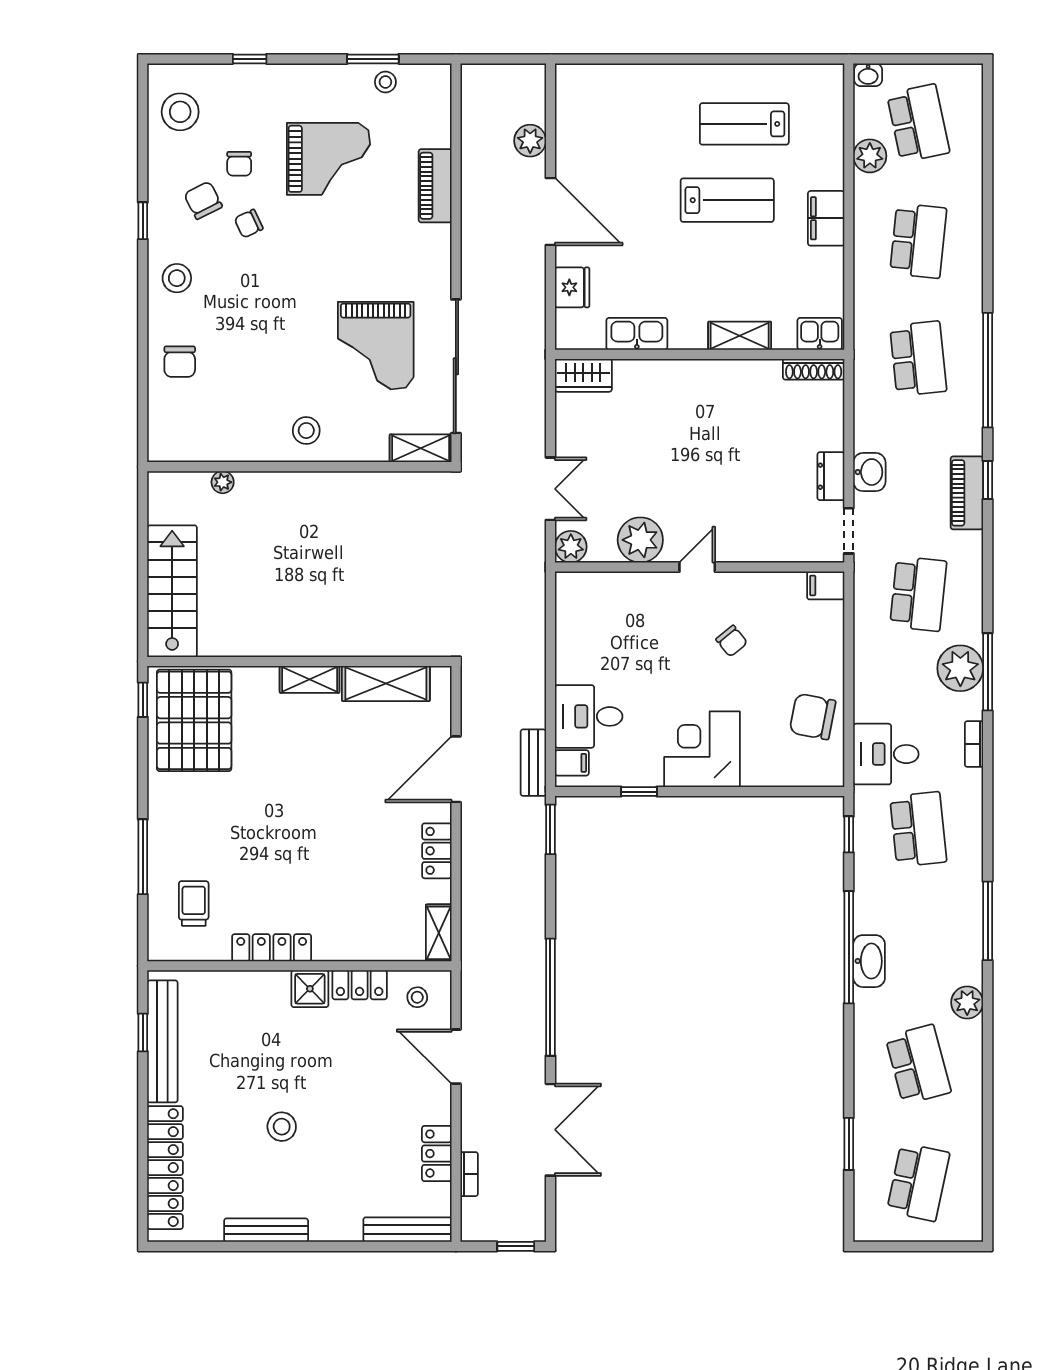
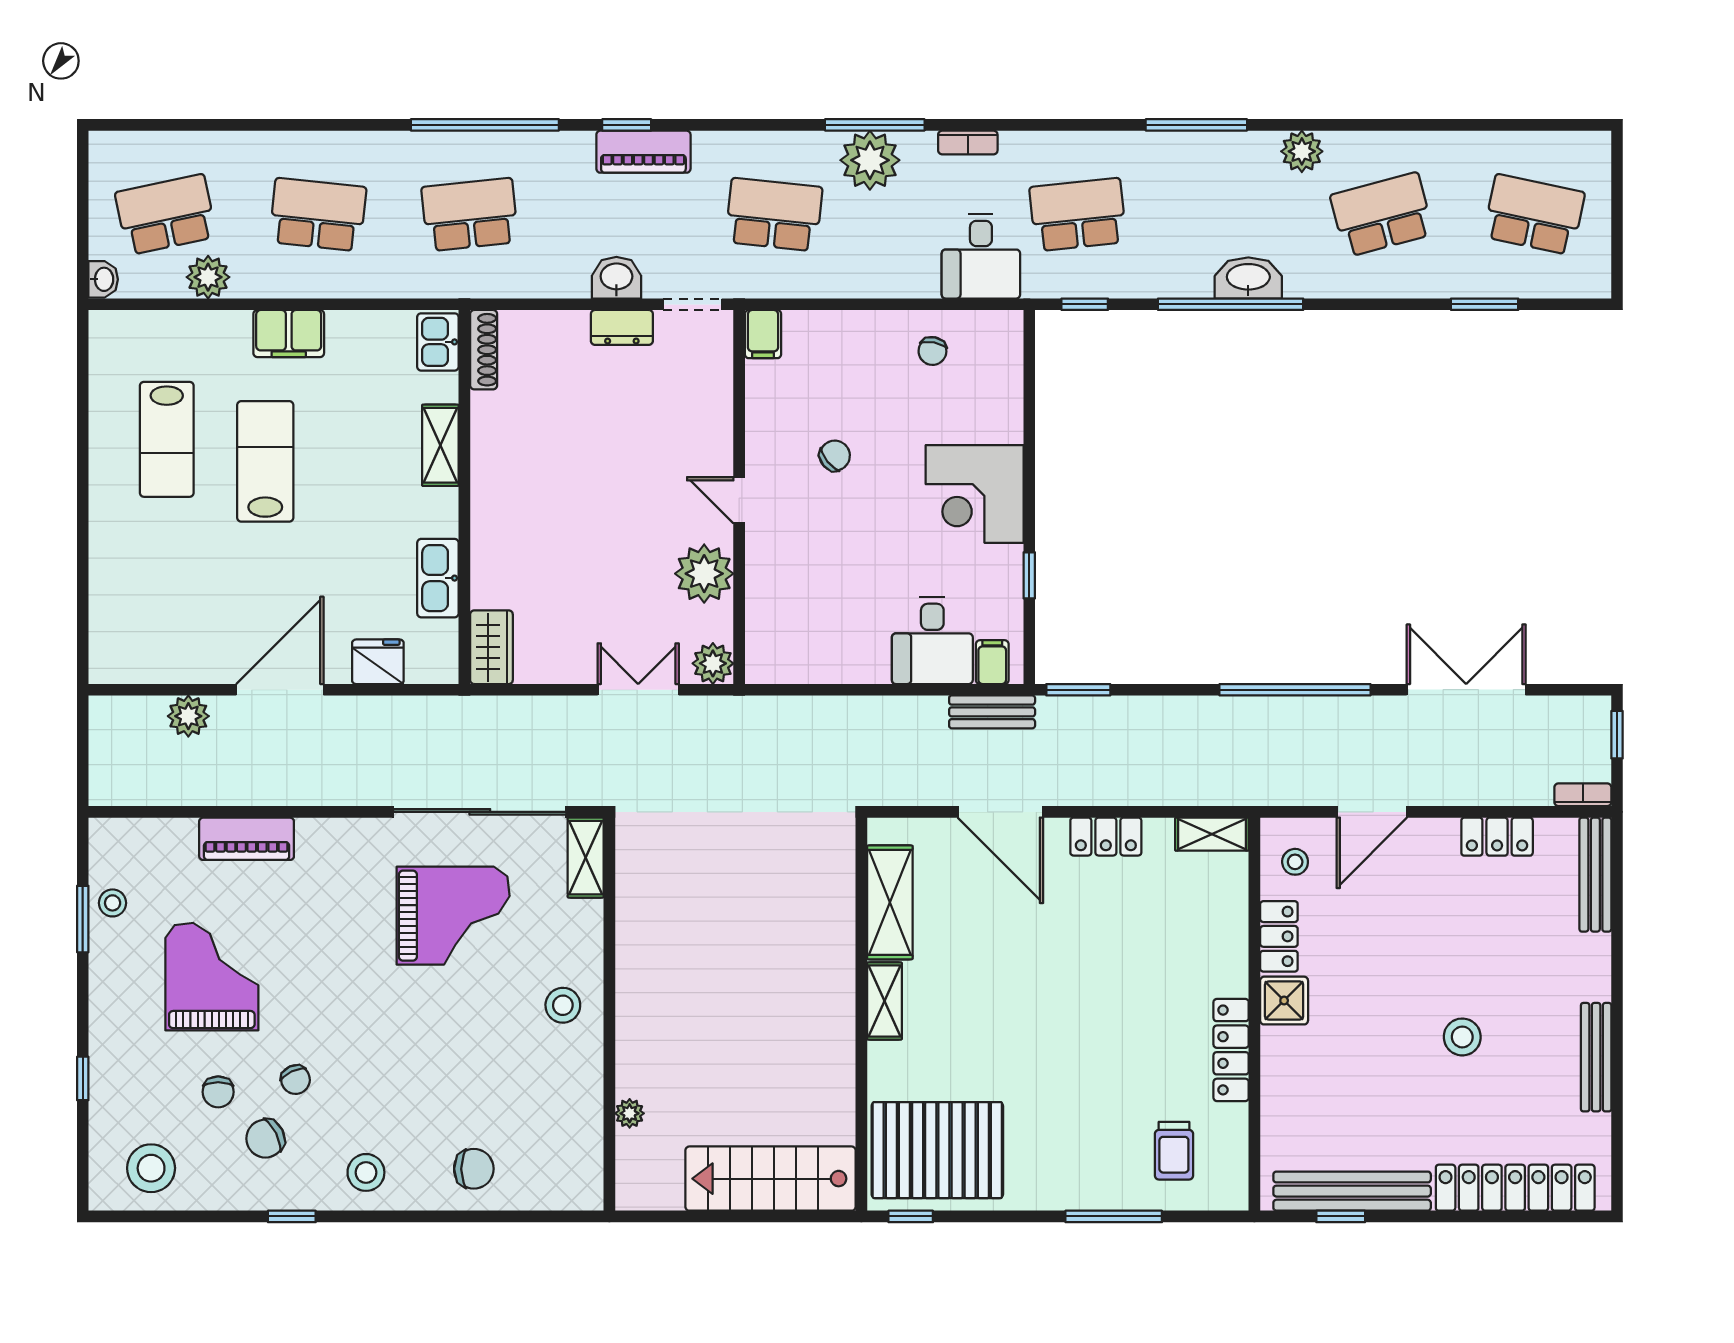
chair: (239, 164) -> (218, 1092), turned 90
chair: (813, 717) -> (932, 351), width x0.54, depth x0.54
trolley: (194, 904) -> (1174, 1151), turned -90
bookcase: (469, 1174) -> (1583, 795), moved

